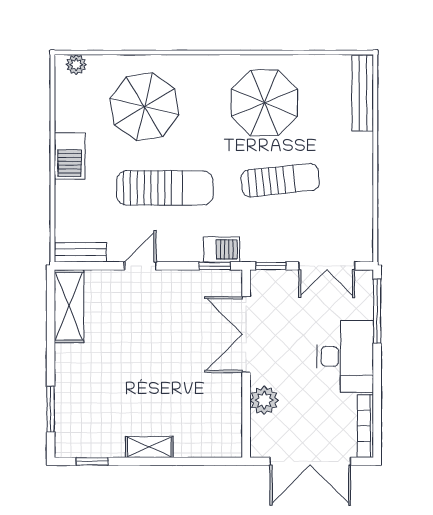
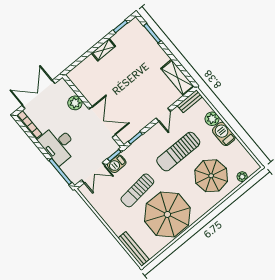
plant: (76, 65) -> (242, 177), moved
parasol: (264, 103) -> (167, 214), width x1.36, depth x1.36
plant: (68, 196) -> (212, 119), added
barbecue: (222, 249) -> (117, 164), moved
double door: (327, 266) -> (93, 173), swing flipped

